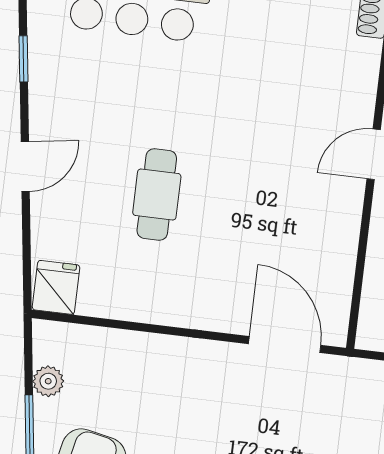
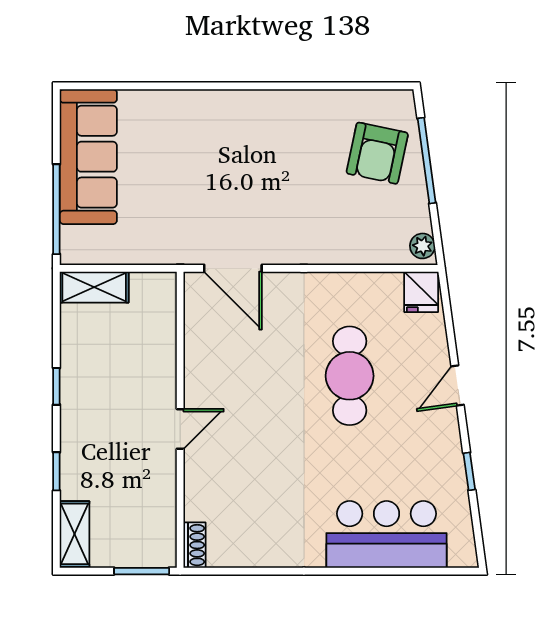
cafe table: (157, 195) -> (350, 376), width x1.37, depth x1.35
plant: (48, 381) -> (422, 246), moved

